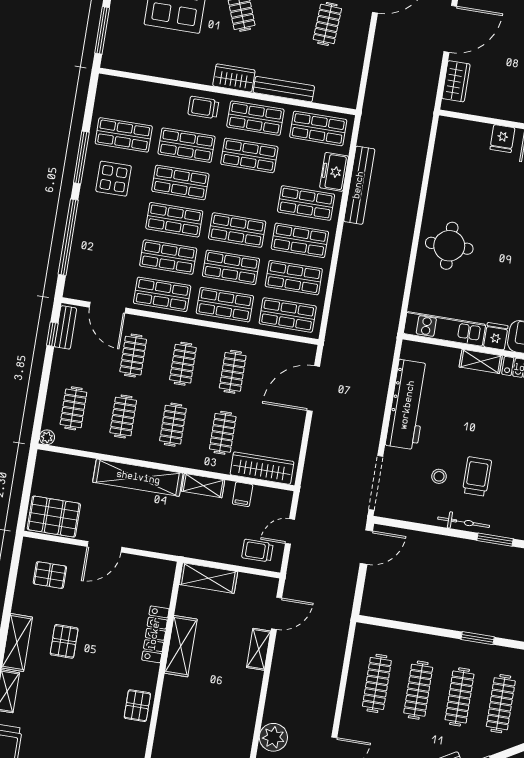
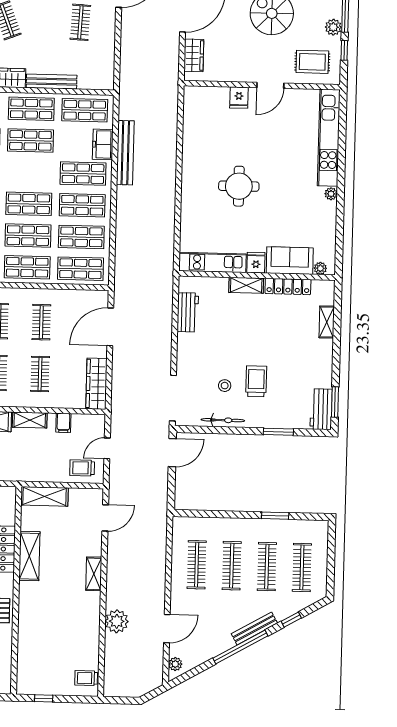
round table: (449, 246) -> (239, 186), moved
workbench: (408, 405) -> (188, 312), width x0.53, depth x0.76
wardrobe: (262, 468) -> (96, 384), moved, turned -90
bicycle: (464, 522) -> (223, 420), moved
shelving: (259, 649) -> (94, 574), moved

